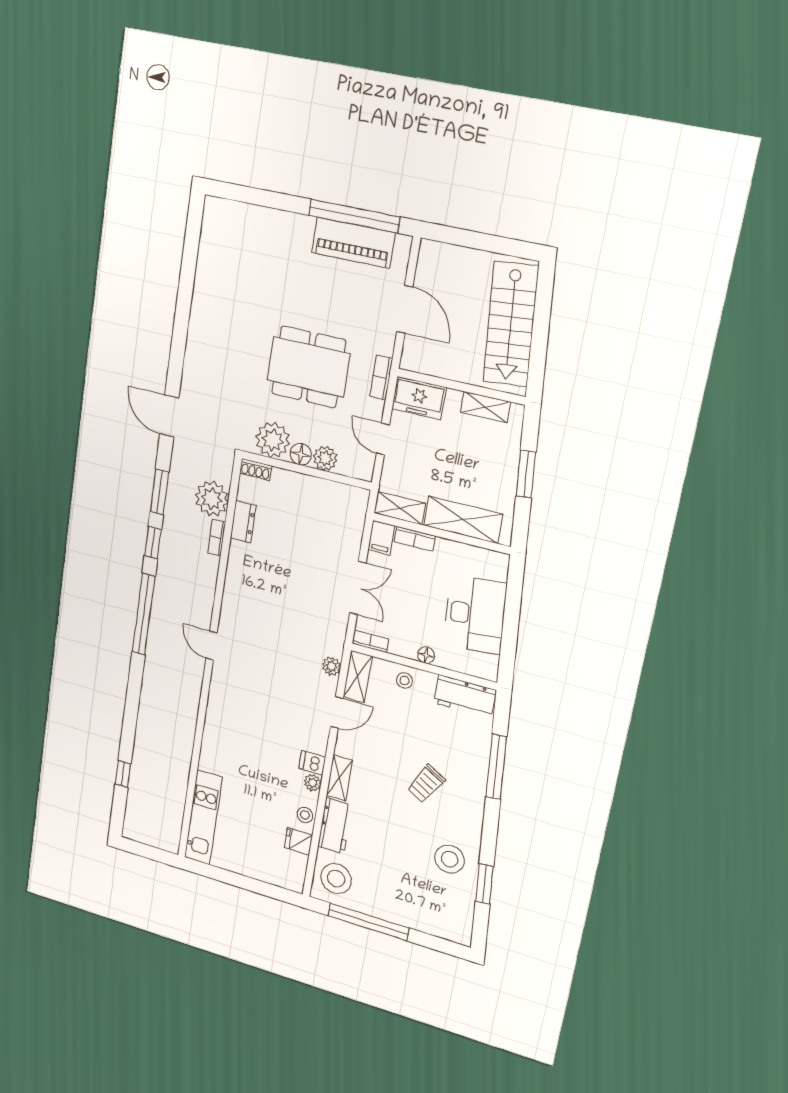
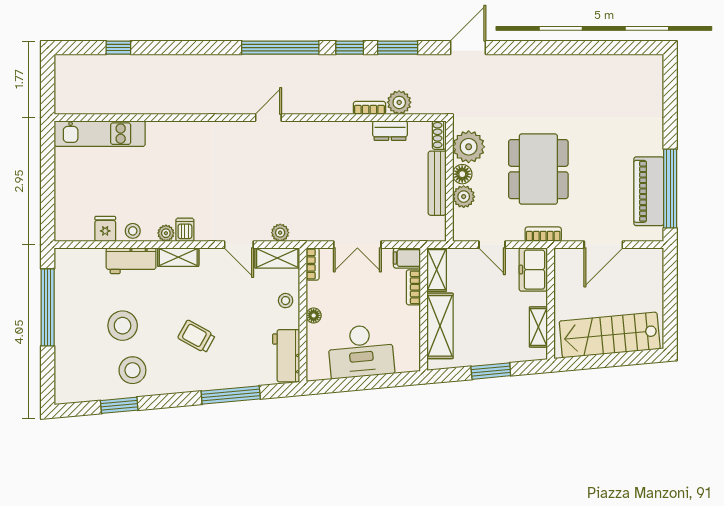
door: (383, 439) -> (492, 245), swing flipped
bench: (306, 484) -> (437, 183), added
plant: (212, 499) -> (399, 102), width x0.73, depth x0.73
stool: (336, 879) -> (123, 326), moved

